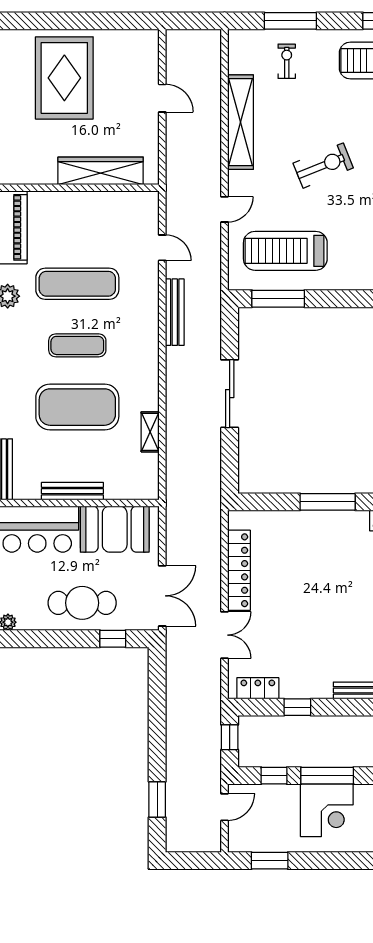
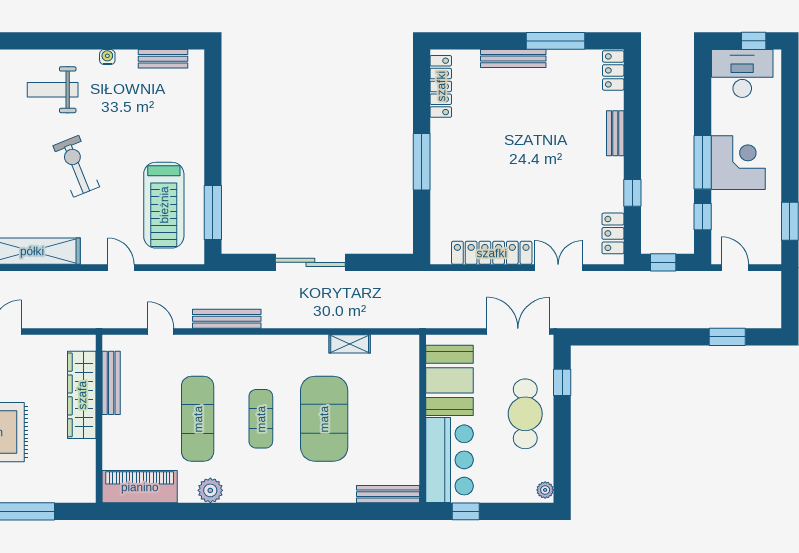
door: (162, 248) -> (161, 331), hinge flipped
bench: (72, 491) -> (111, 383), moved

